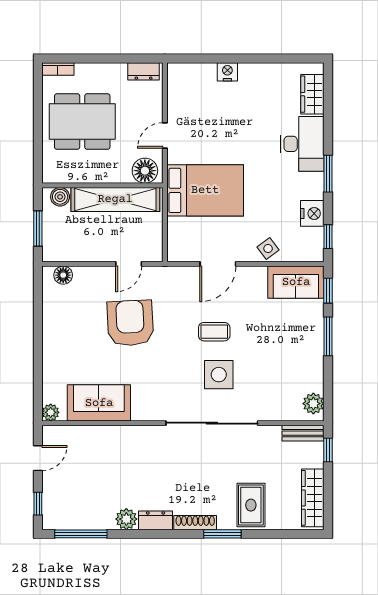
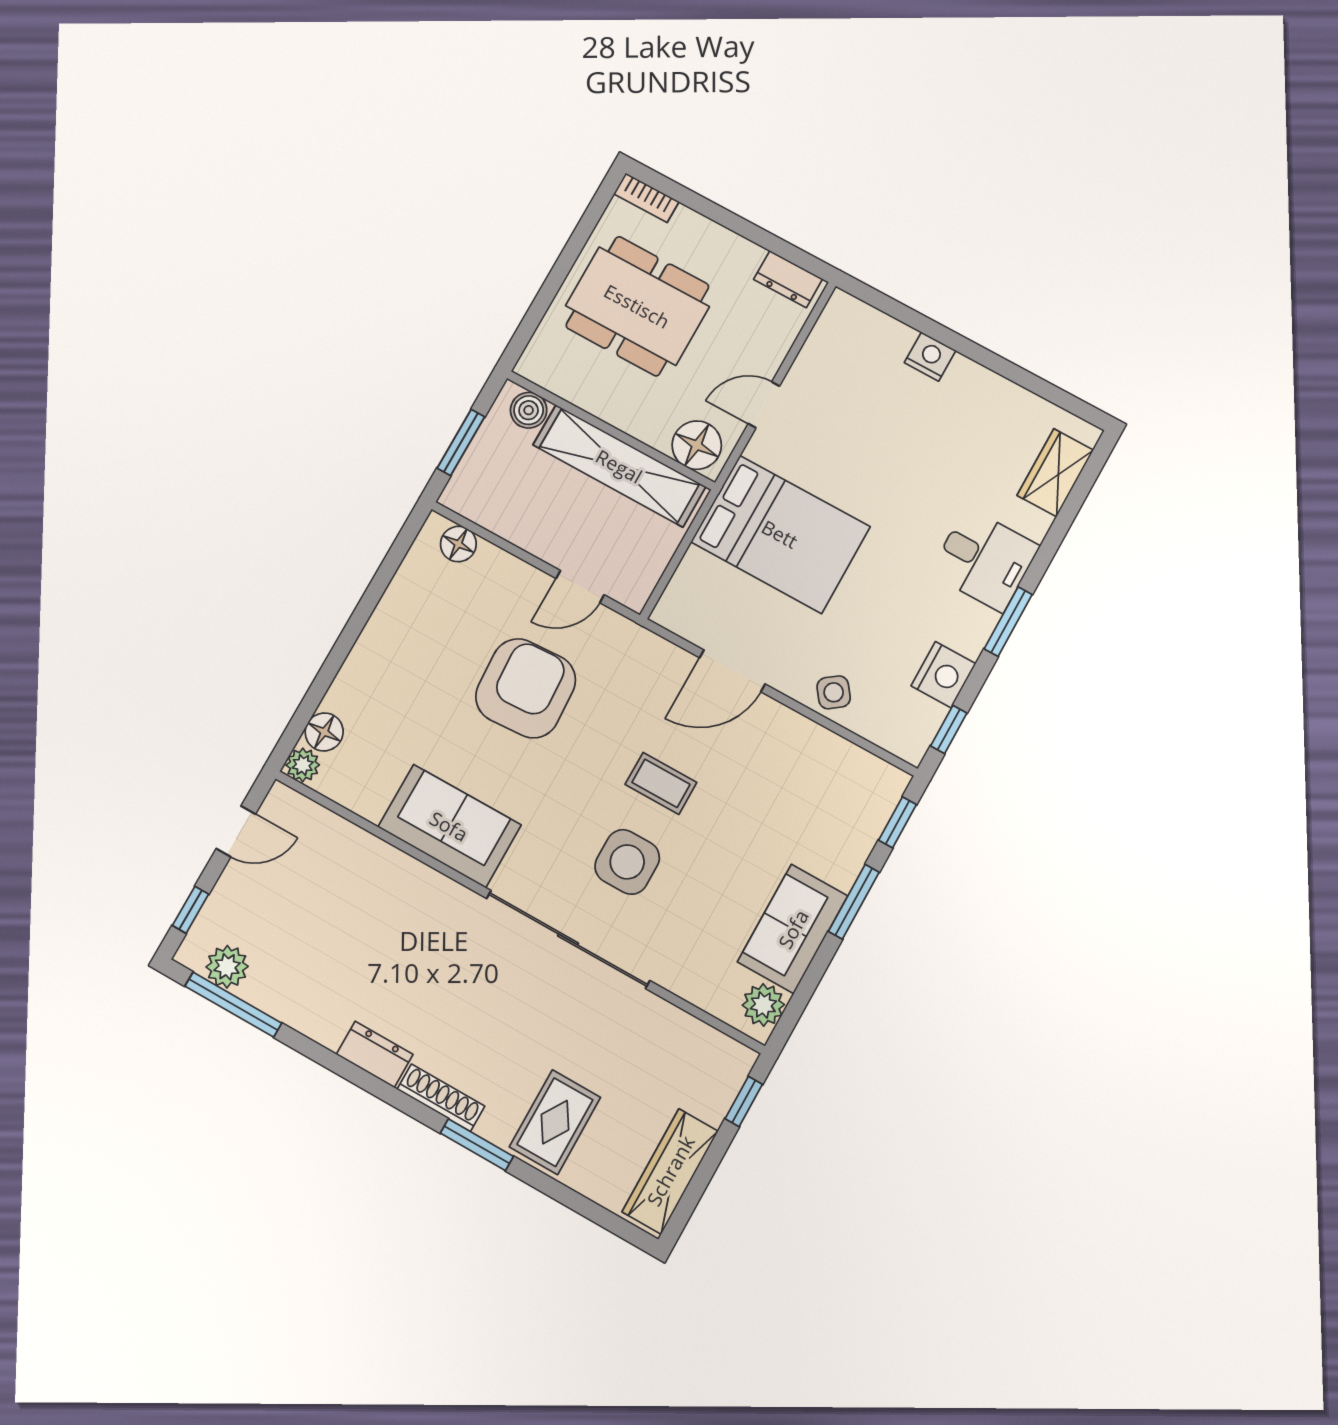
desk: (302, 144) -> (984, 560), width x0.73
sofa: (296, 282) -> (793, 929), moved, turned 90
floor lamp: (52, 393) -> (324, 732), added
sofa: (99, 403) -> (449, 826), moved
bench: (303, 433) -> (717, 1047), removed
plant: (126, 519) -> (227, 967), moved

